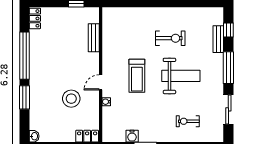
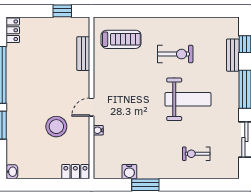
treadmill: (137, 76) -> (121, 39), moved, turned -90

